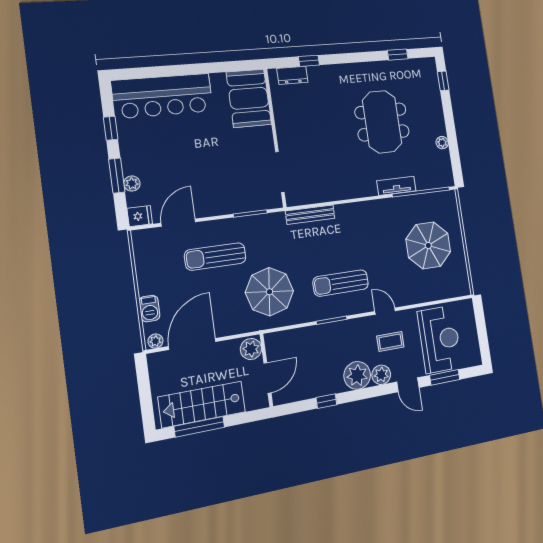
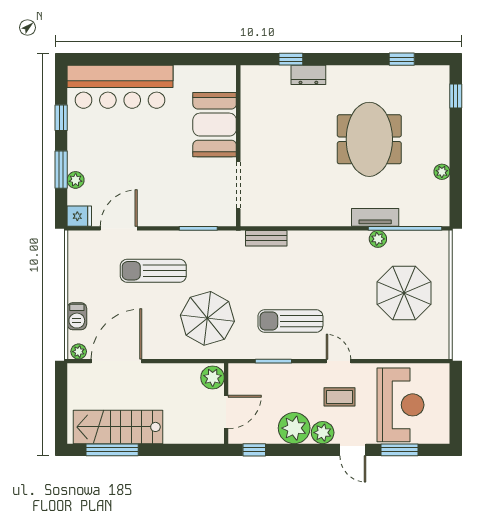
dresser: (292, 75) -> (308, 75), moved
booth: (249, 98) -> (215, 125), moved
plant: (401, 203) -> (378, 239), added
bench: (310, 215) -> (266, 238), width x0.73
plant: (251, 349) -> (213, 378), moved
wall: (266, 370) -> (226, 403), moved
door: (267, 378) -> (226, 412), moved

